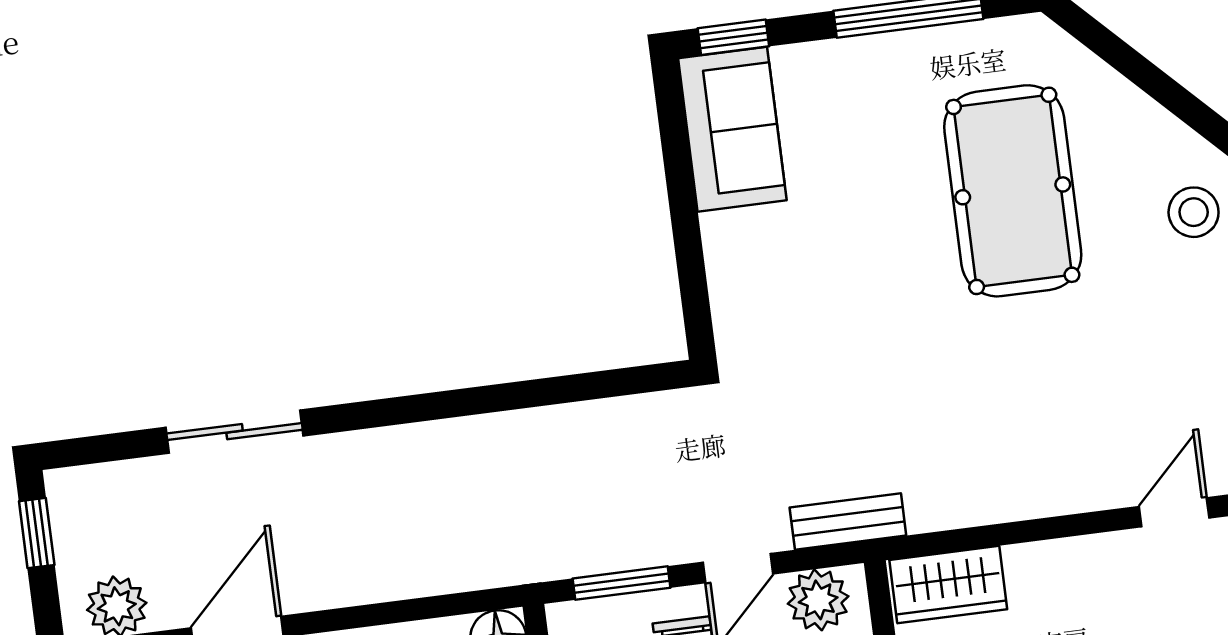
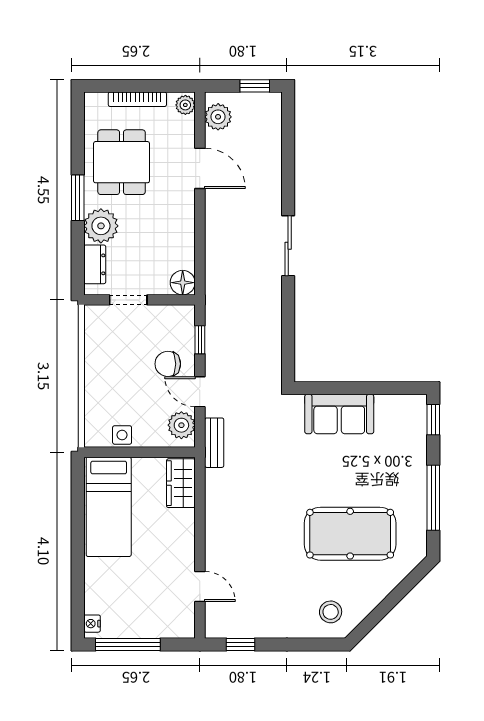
sofa: (732, 129) -> (339, 414), moved
sliding door: (235, 432) -> (288, 246), moved
window: (622, 583) -> (200, 340), width x0.67

